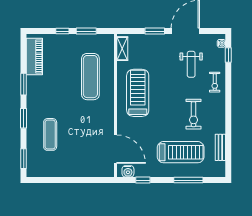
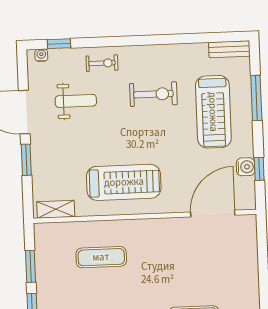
exercise mat: (90, 77) -> (101, 257), width x0.73, depth x0.69
treadmill: (138, 93) -> (124, 182), turned 180
bench: (220, 147) -> (229, 49), moved
treadmill: (181, 152) -> (213, 112), turned 180
water cooler: (128, 171) -> (246, 167), moved

